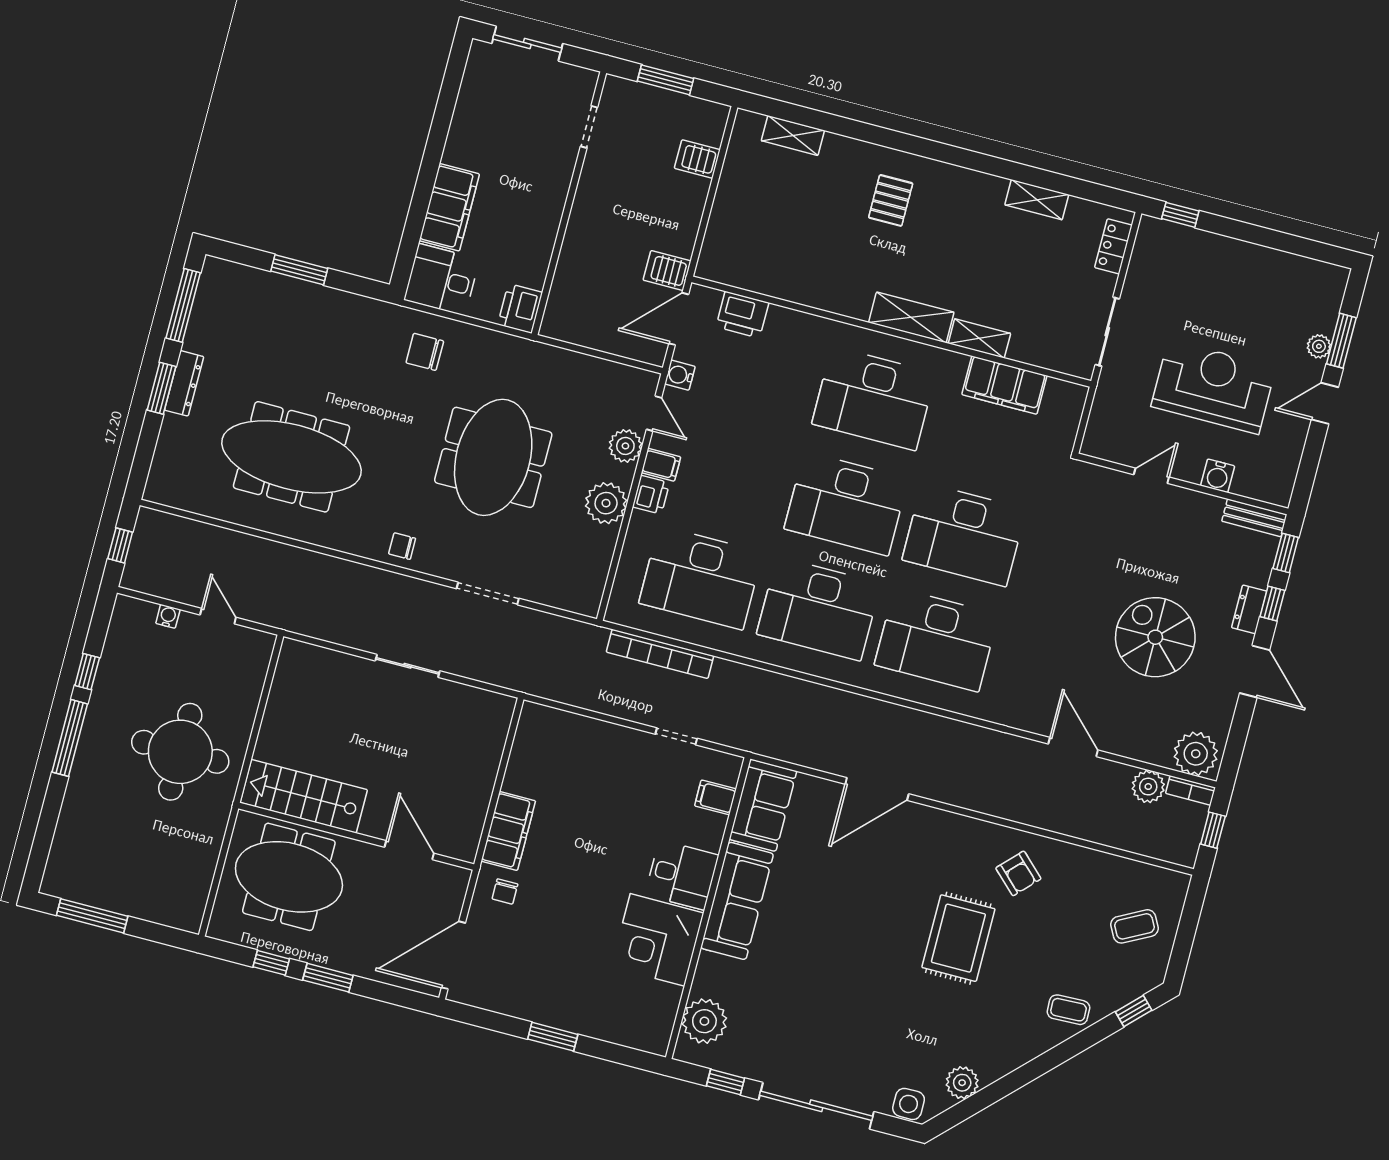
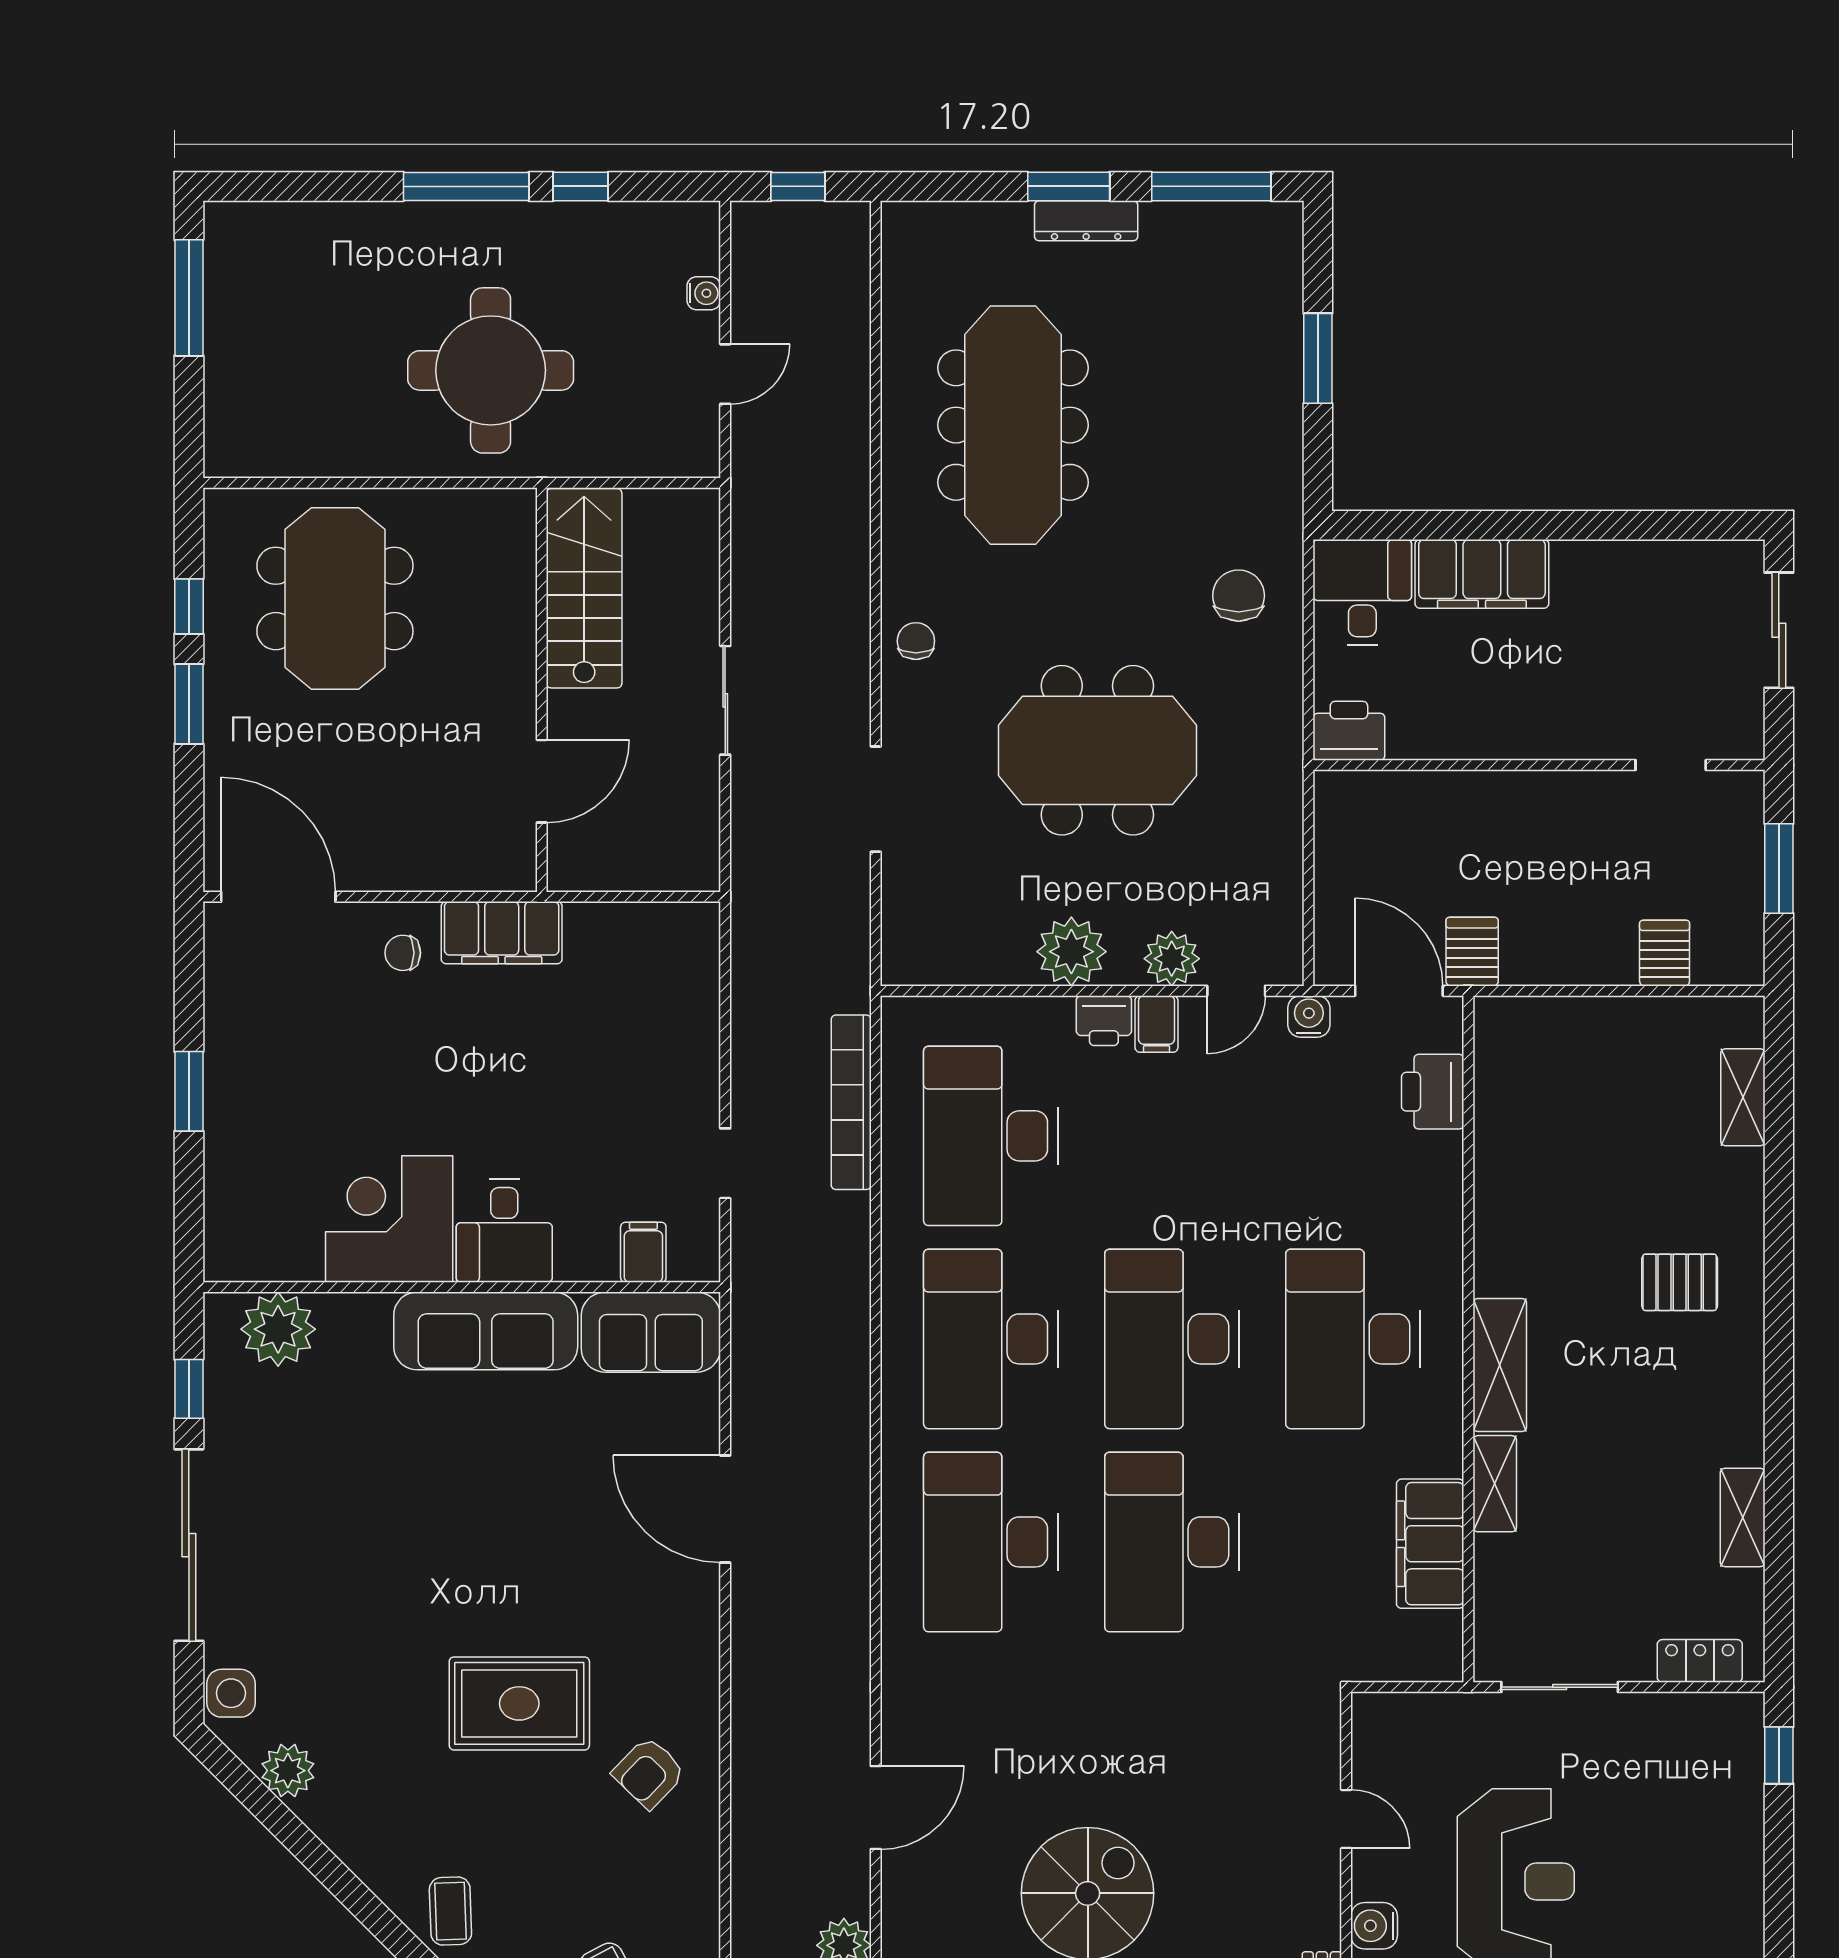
stairs: (304, 796) -> (584, 588), moved
wall: (356, 836) -> (542, 690), moved
door: (409, 850) -> (542, 781), moved

